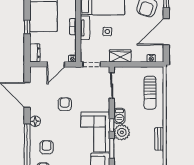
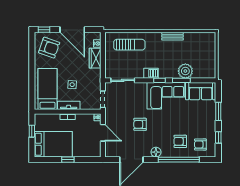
dresser: (35, 53) -> (92, 152), removed
wardrobe: (120, 56) -> (95, 58), moved
plant: (122, 132) -> (185, 71), moved

